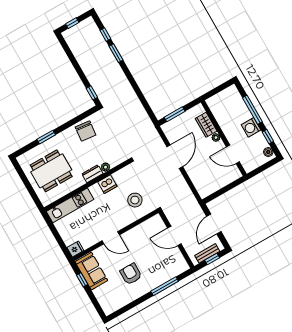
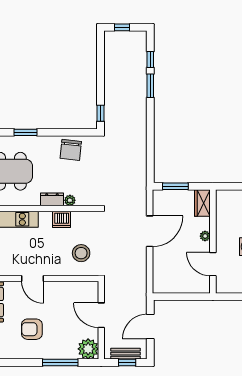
wardrobe: (206, 125) -> (202, 203), moved
plant: (179, 265) -> (88, 349), added
armchair: (131, 274) -> (32, 329), turned -90

